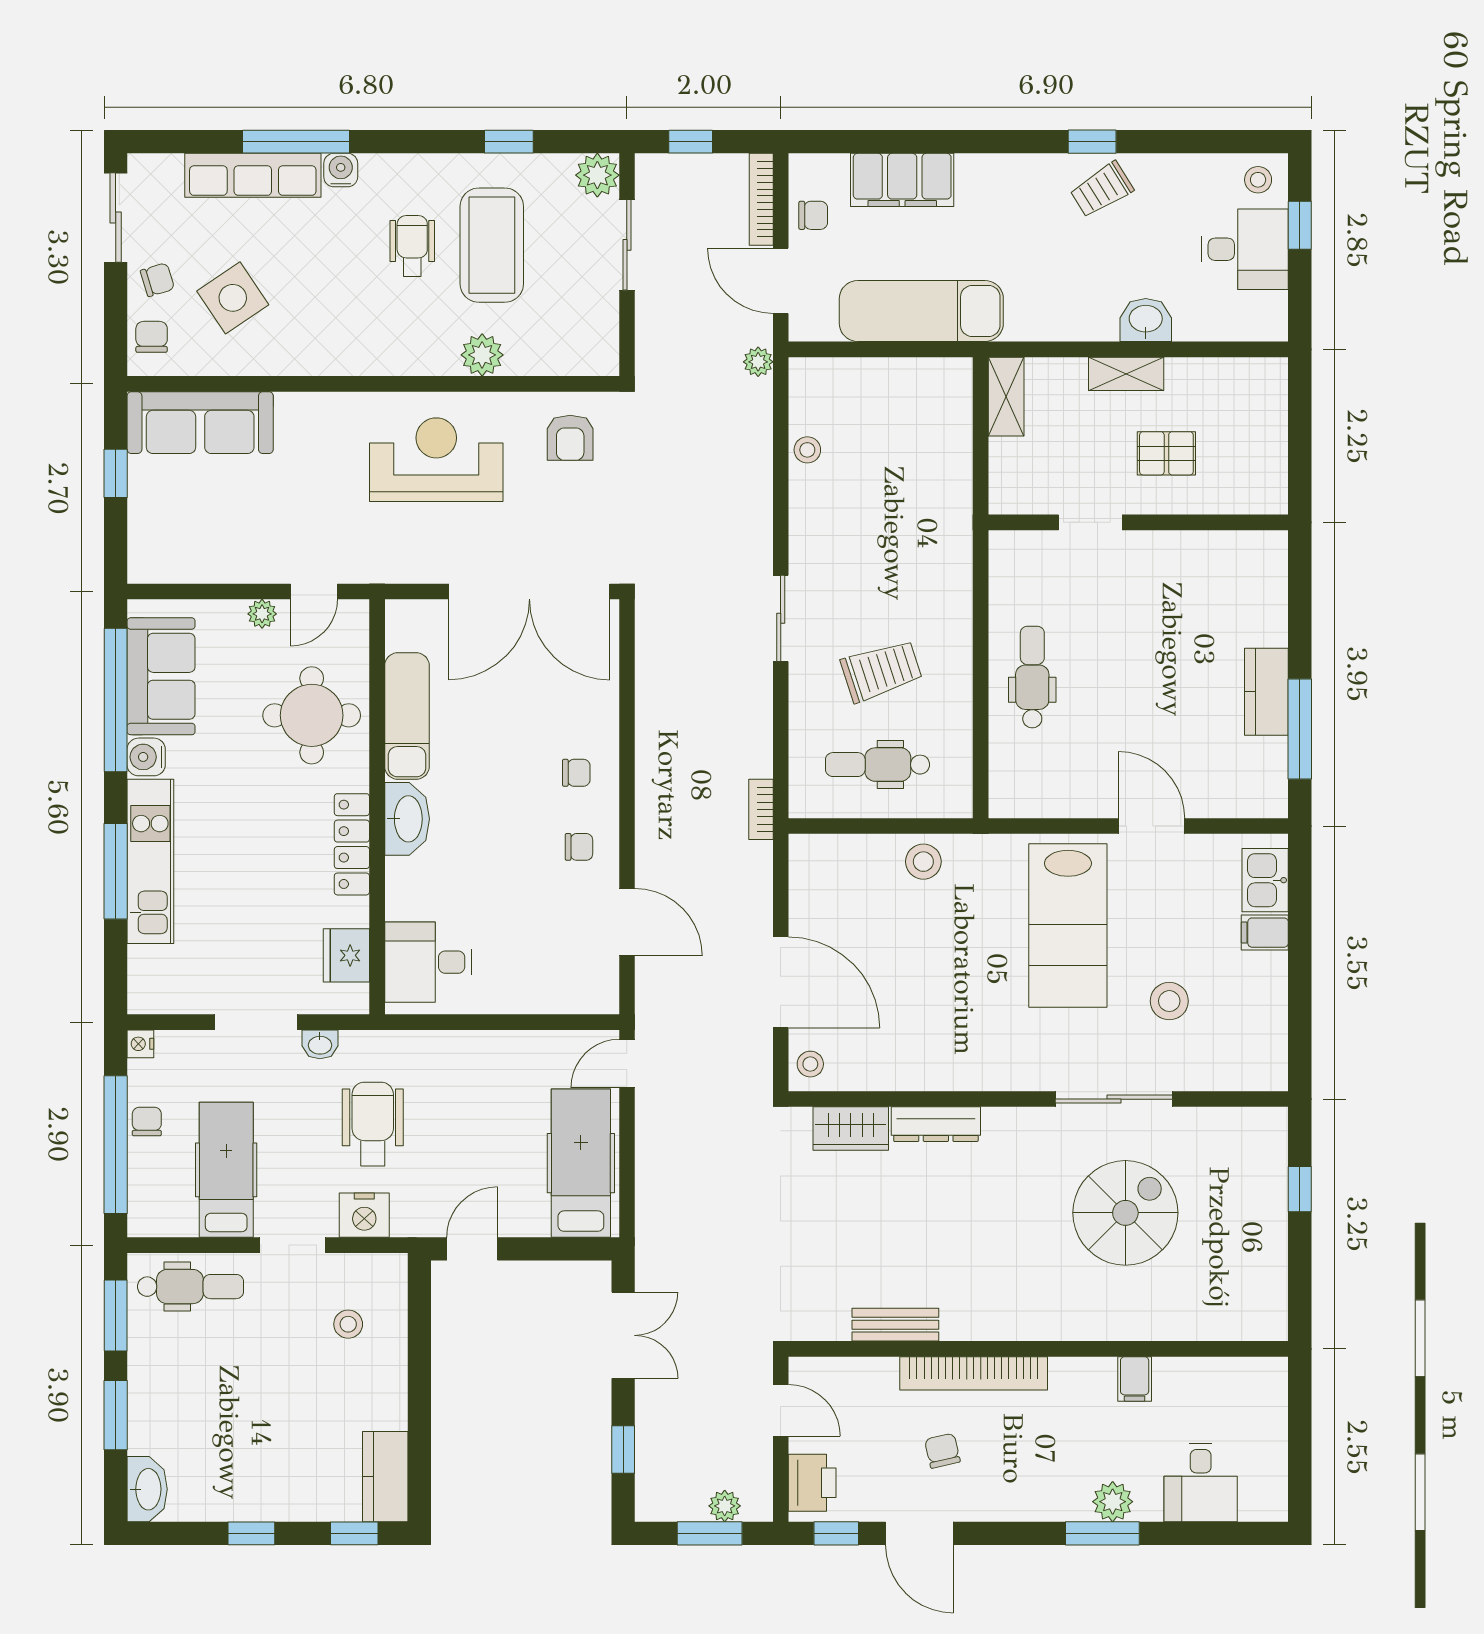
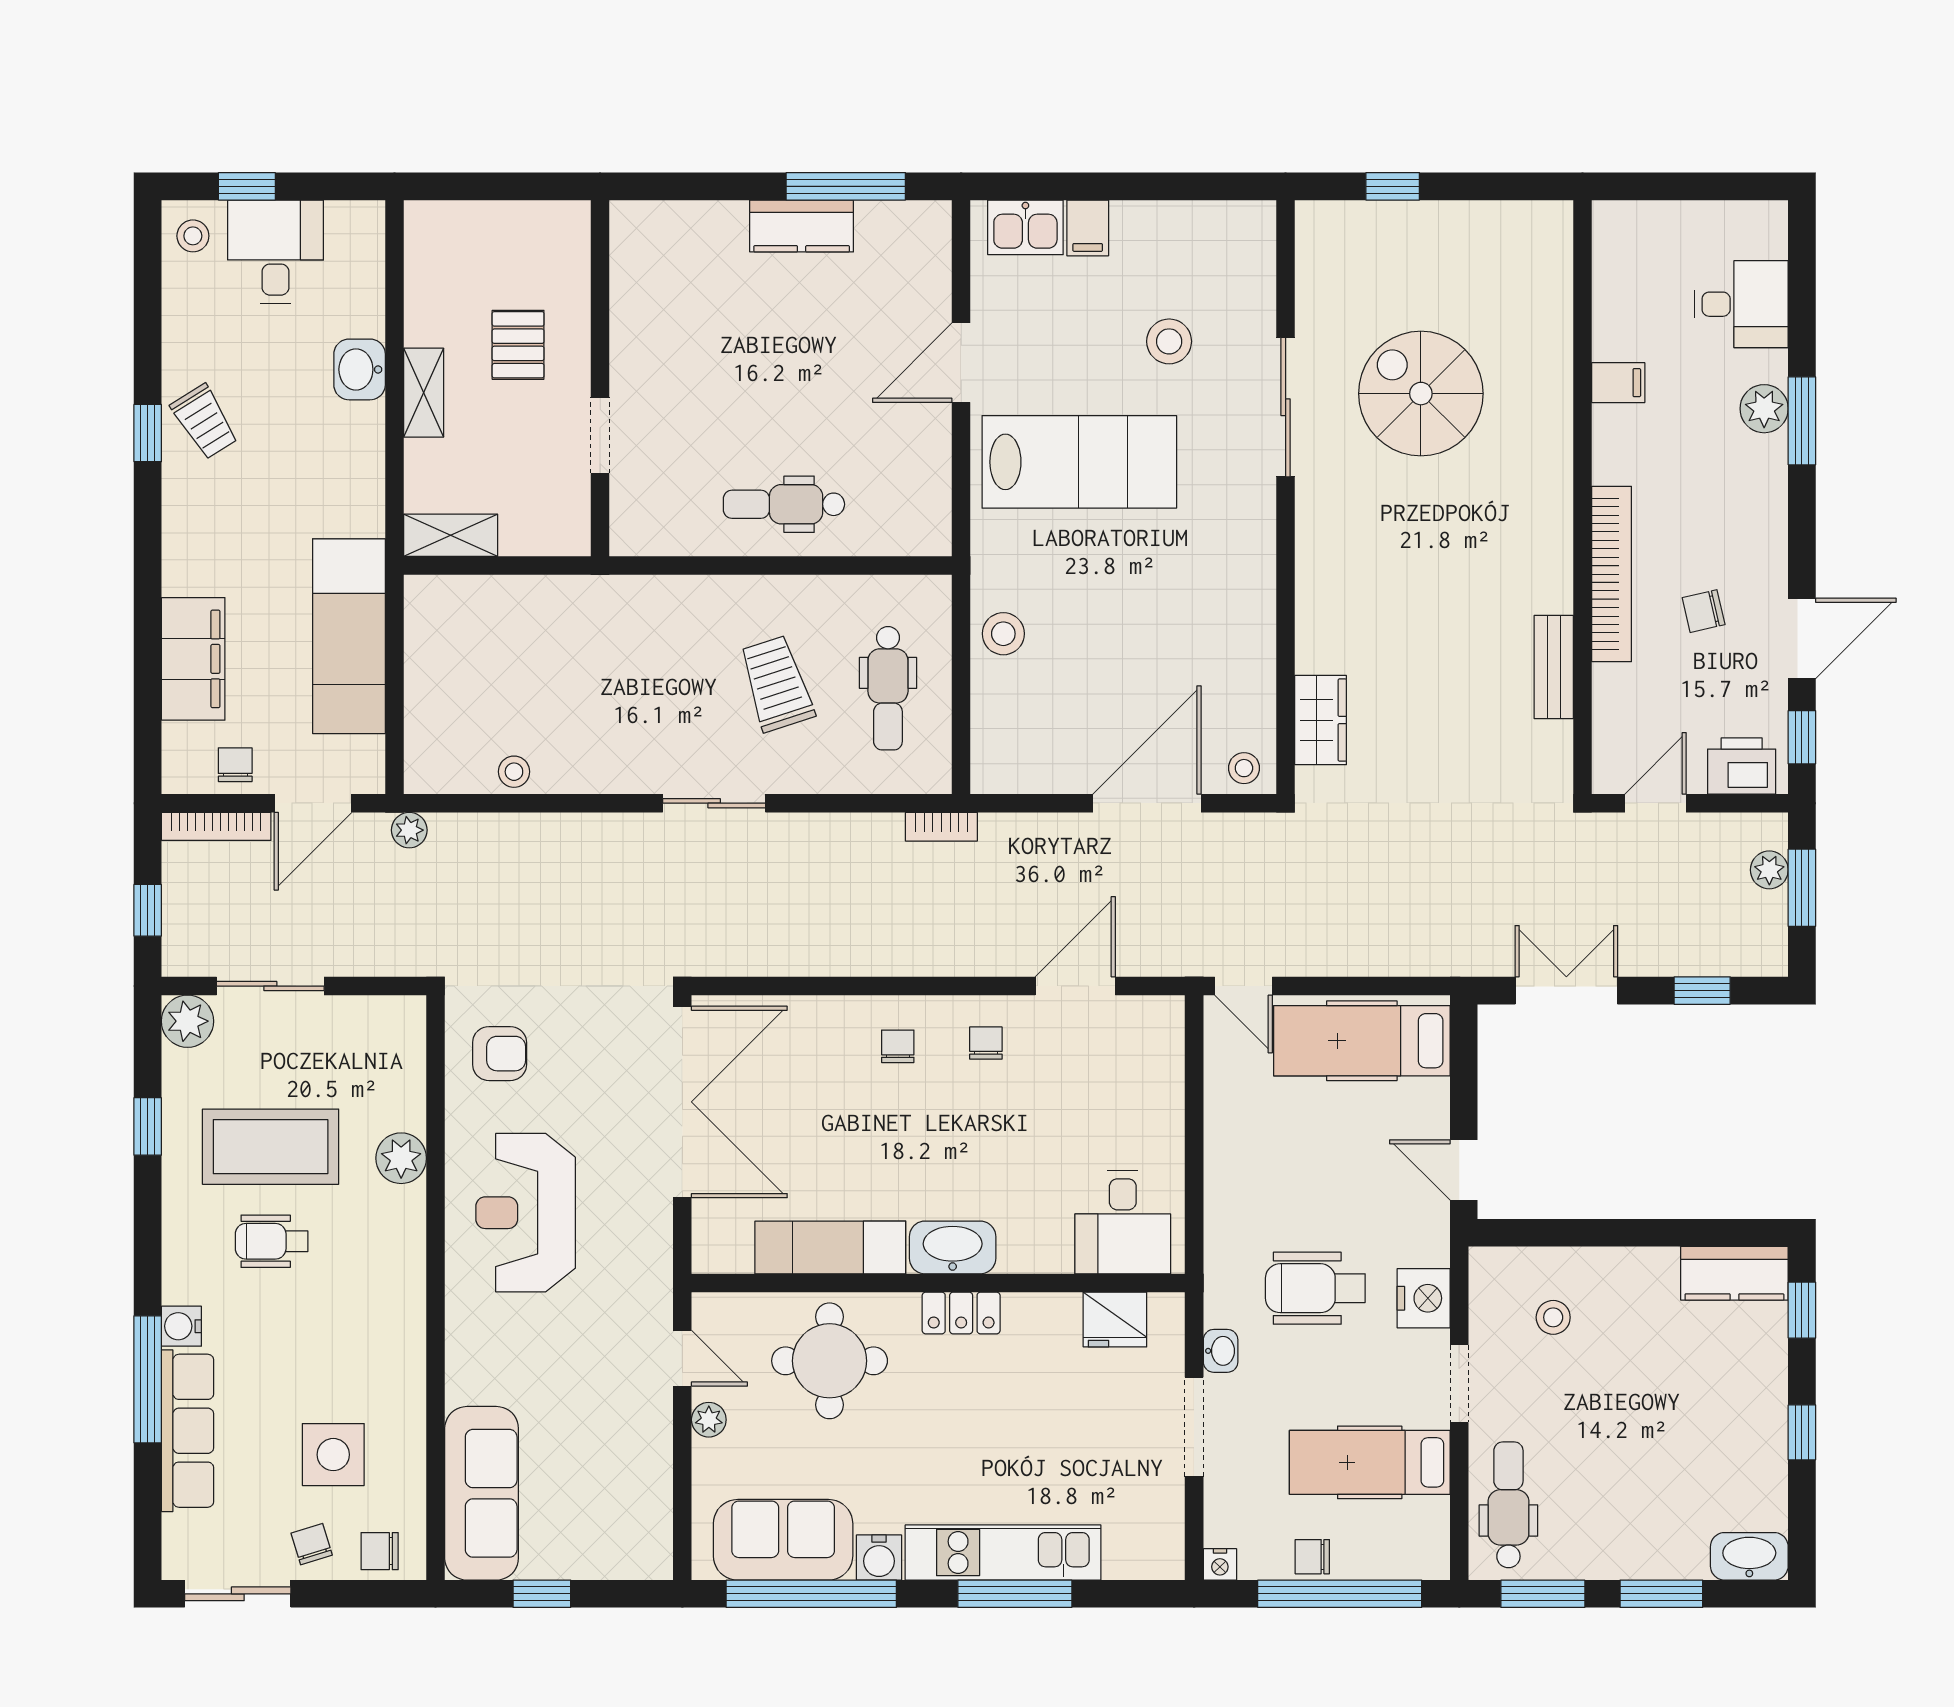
side table: (233, 298) -> (333, 1455), turned 34
locker: (352, 844) -> (961, 1313), width x0.66
dresser: (936, 1124) -> (1315, 619), removed

